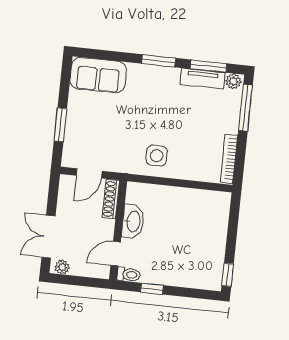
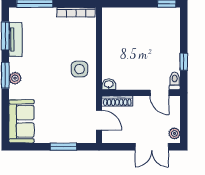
plant: (233, 81) -> (15, 78), moved
washbasin: (133, 222) -> (109, 84), moved, width x0.52, depth x0.69

